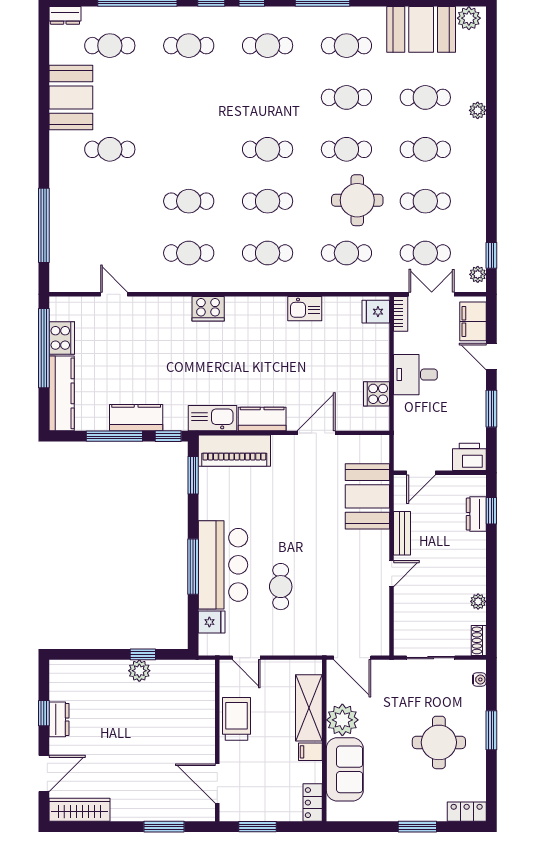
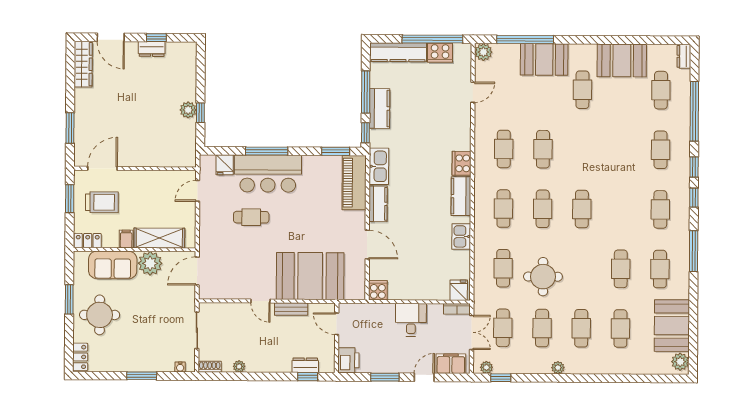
plant: (478, 110) -> (558, 368), moved
cafe table: (346, 149) -> (582, 269), removed
booth: (70, 200) -> (544, 59), added
plant: (61, 281) -> (483, 52), added
kitchen counter: (251, 309) -> (461, 196), added
cooker: (376, 394) -> (378, 290), moved
booth: (367, 496) -> (310, 276), width x1.36, depth x1.42
trolley: (237, 719) -> (102, 202), moved
round table: (439, 742) -> (100, 315), moved
window: (417, 827) -> (69, 299), moved

